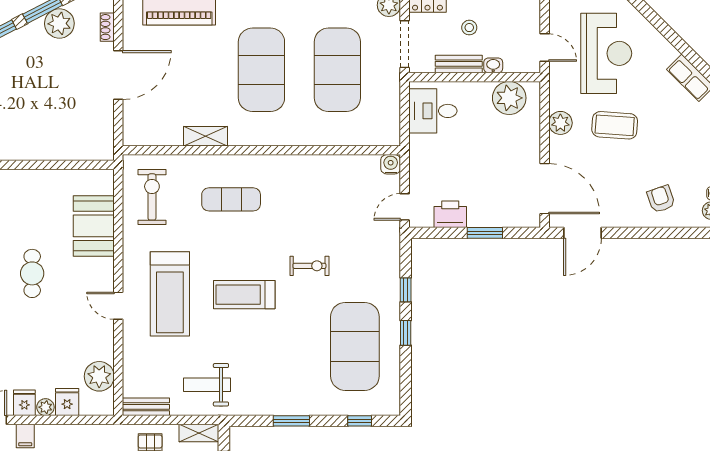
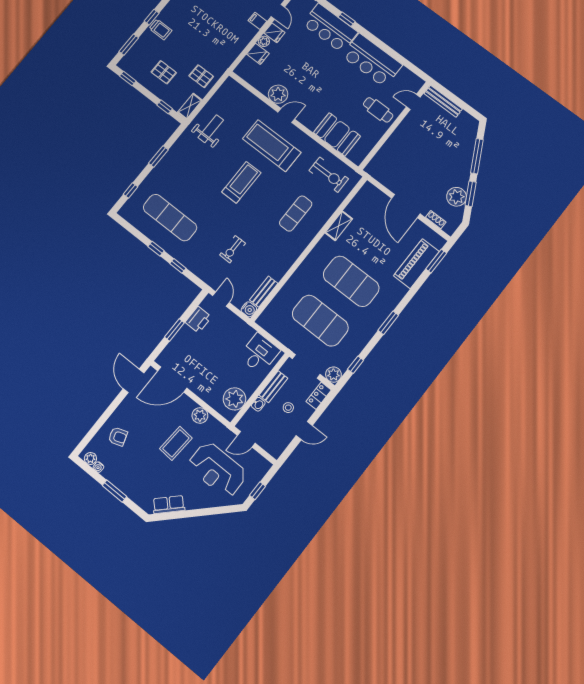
exercise bike: (309, 266) -> (233, 249), moved
cafe table: (32, 273) -> (378, 110), moved
exercise mat: (355, 346) -> (170, 218), width x0.68
plant: (99, 376) -> (278, 94), moved
bench: (146, 407) -> (264, 292), moved

